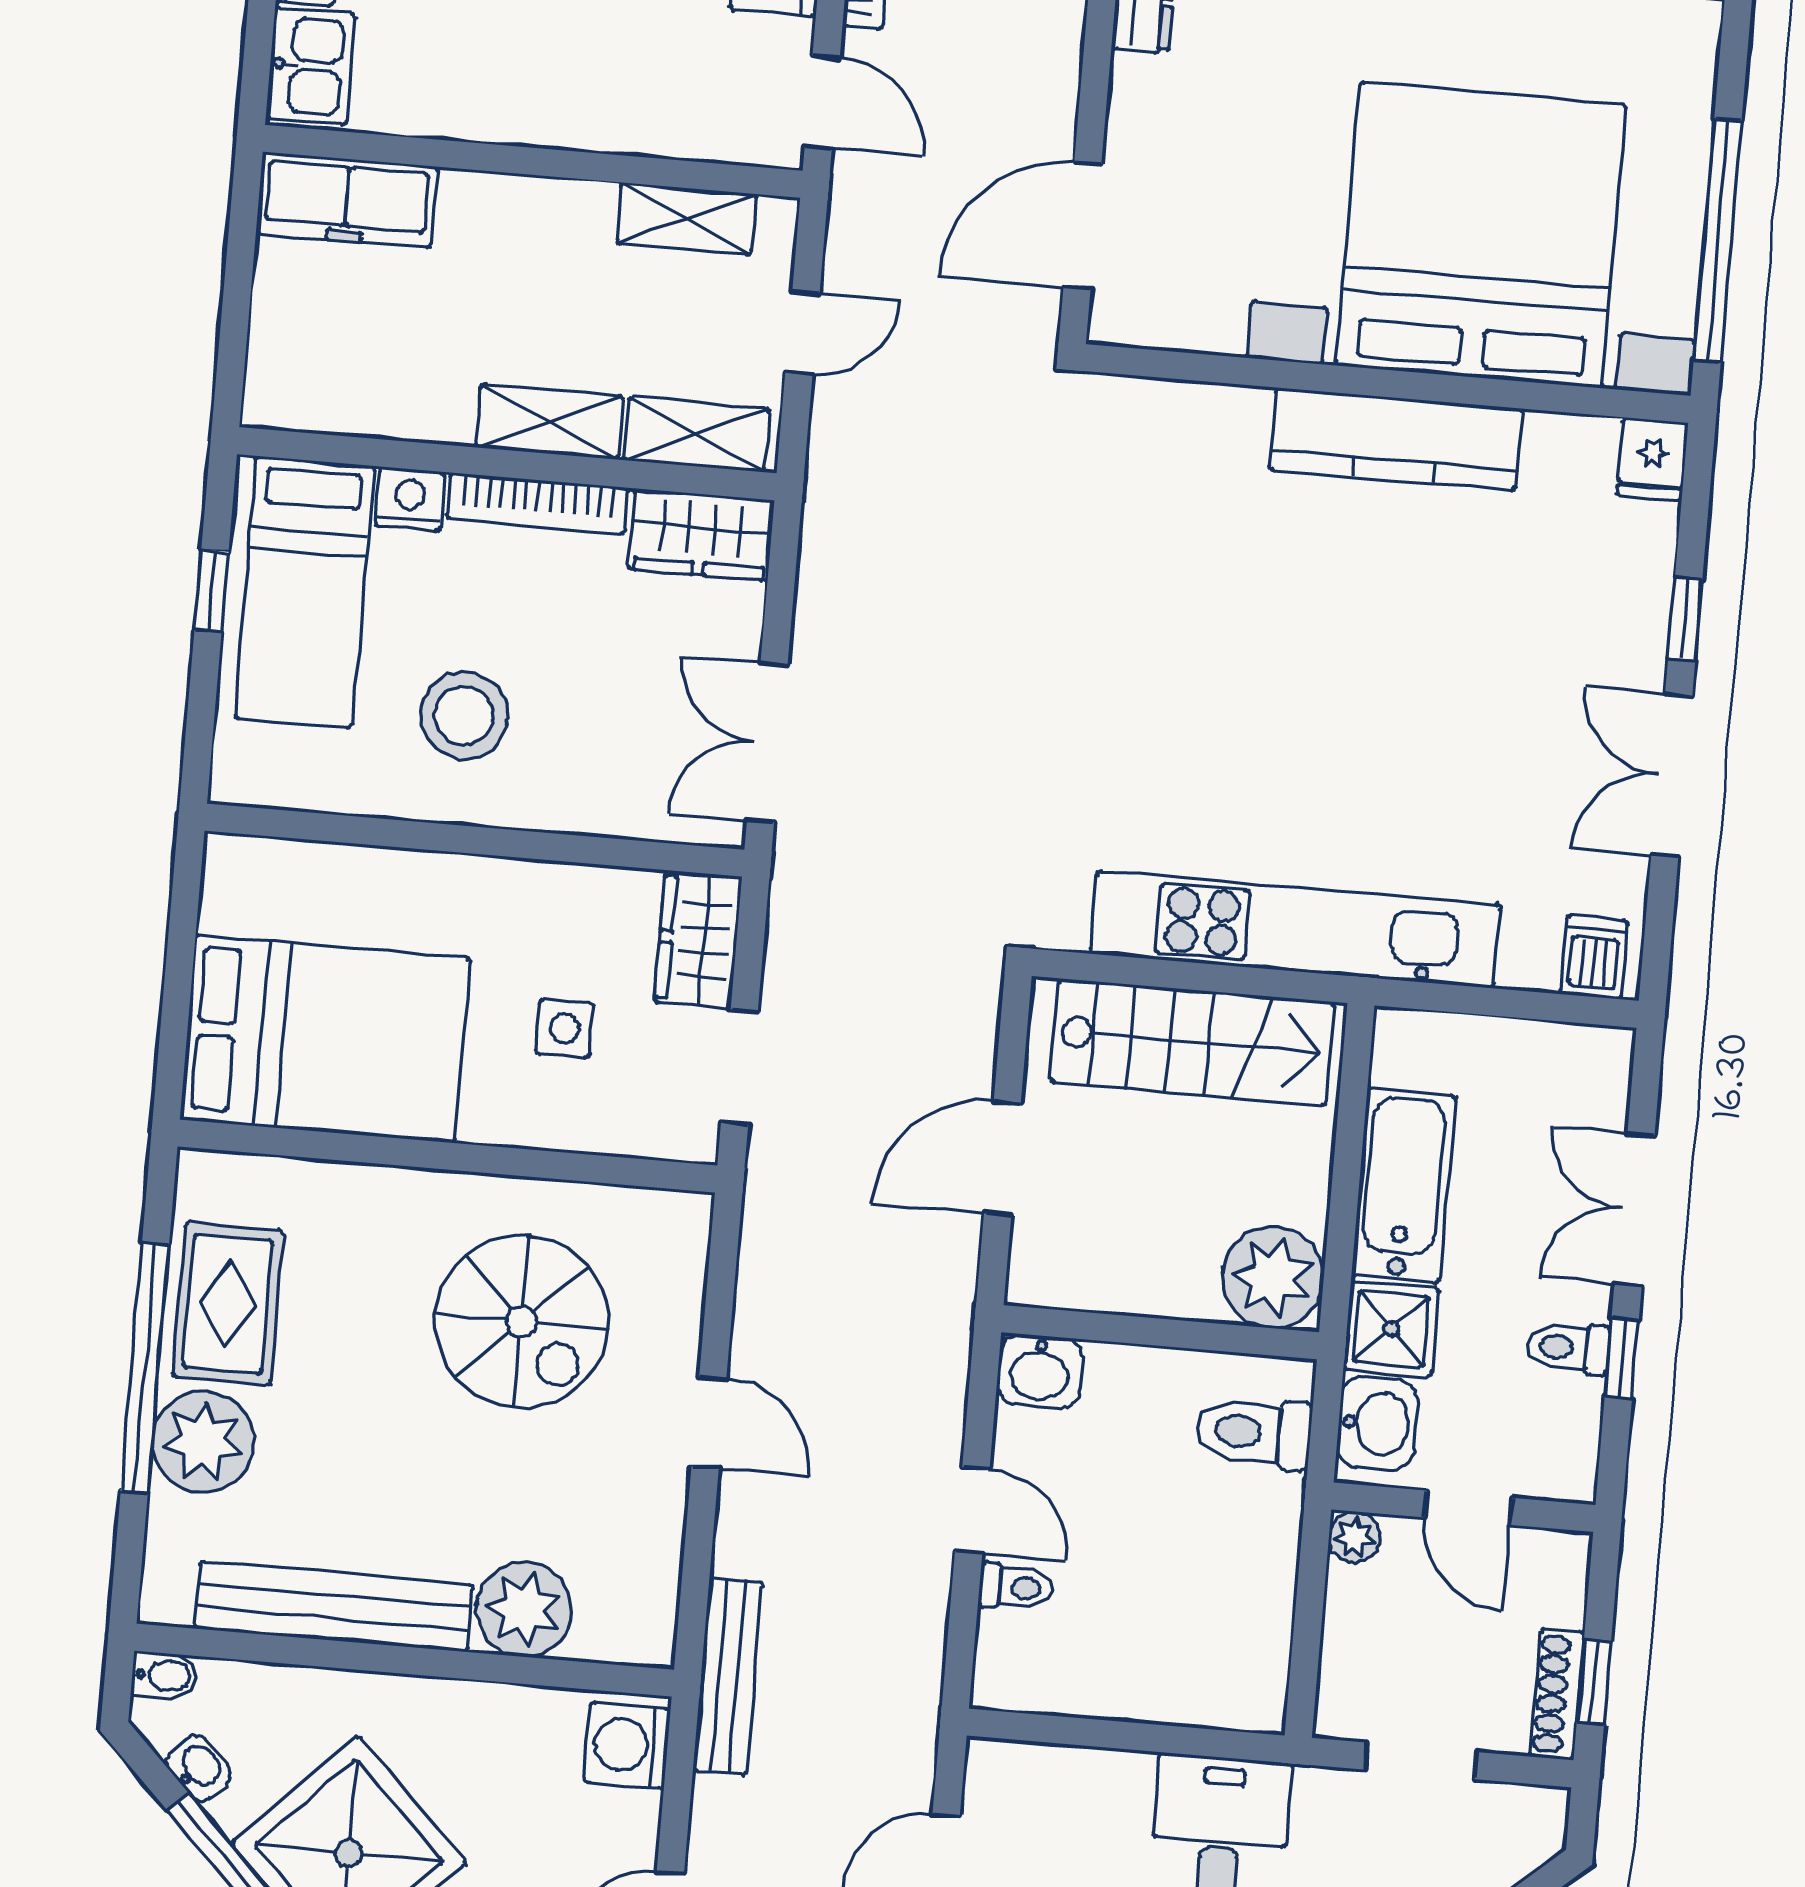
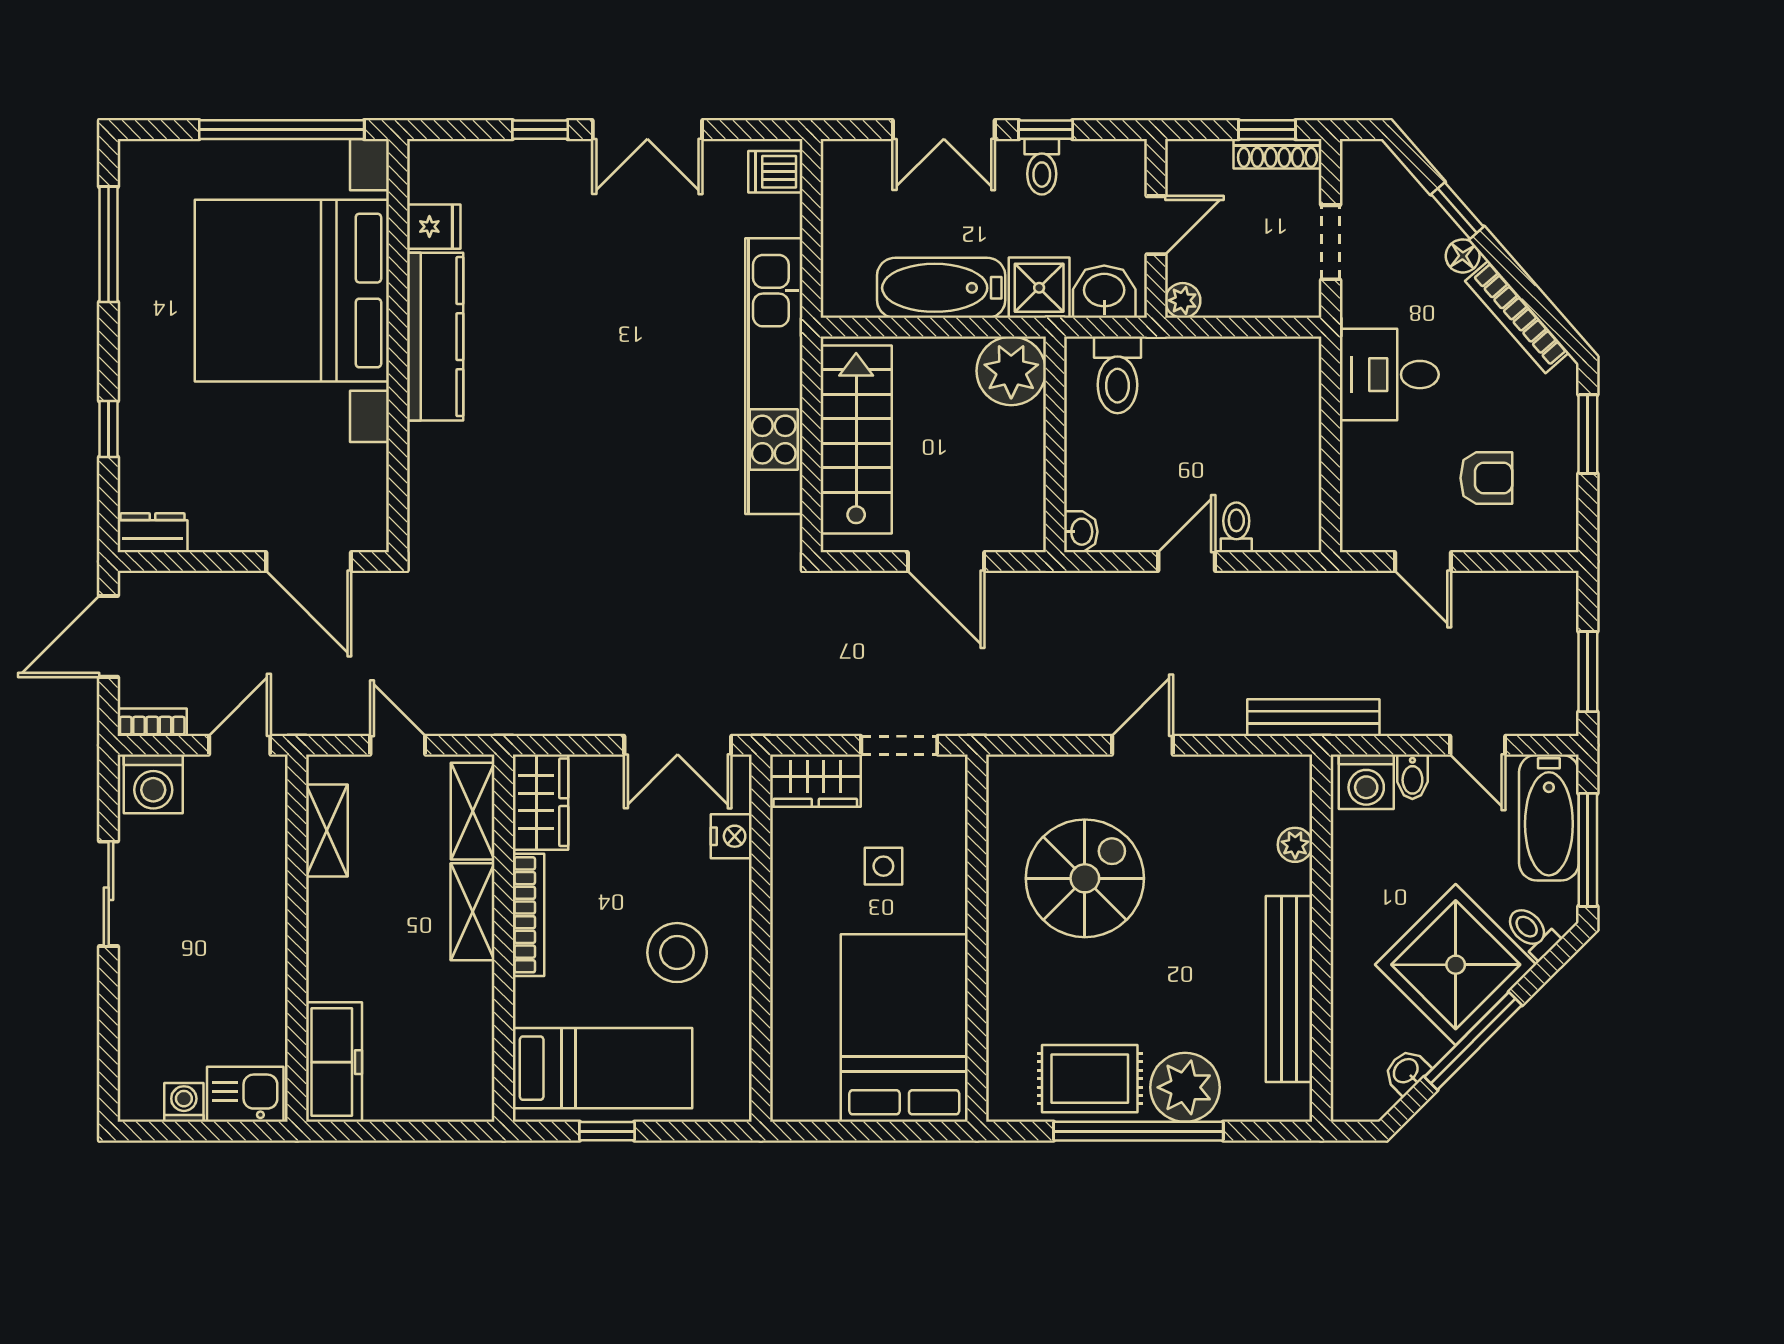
fridge: (1652, 459) -> (434, 227), moved
nightstand: (410, 499) -> (731, 836), moved, turned 180
washbasin: (1040, 1371) -> (1081, 532), width x0.72, depth x0.69
plant: (524, 1609) -> (1295, 845), width x0.53, depth x0.53
bidet: (165, 1676) -> (1412, 777), moved, turned 180

